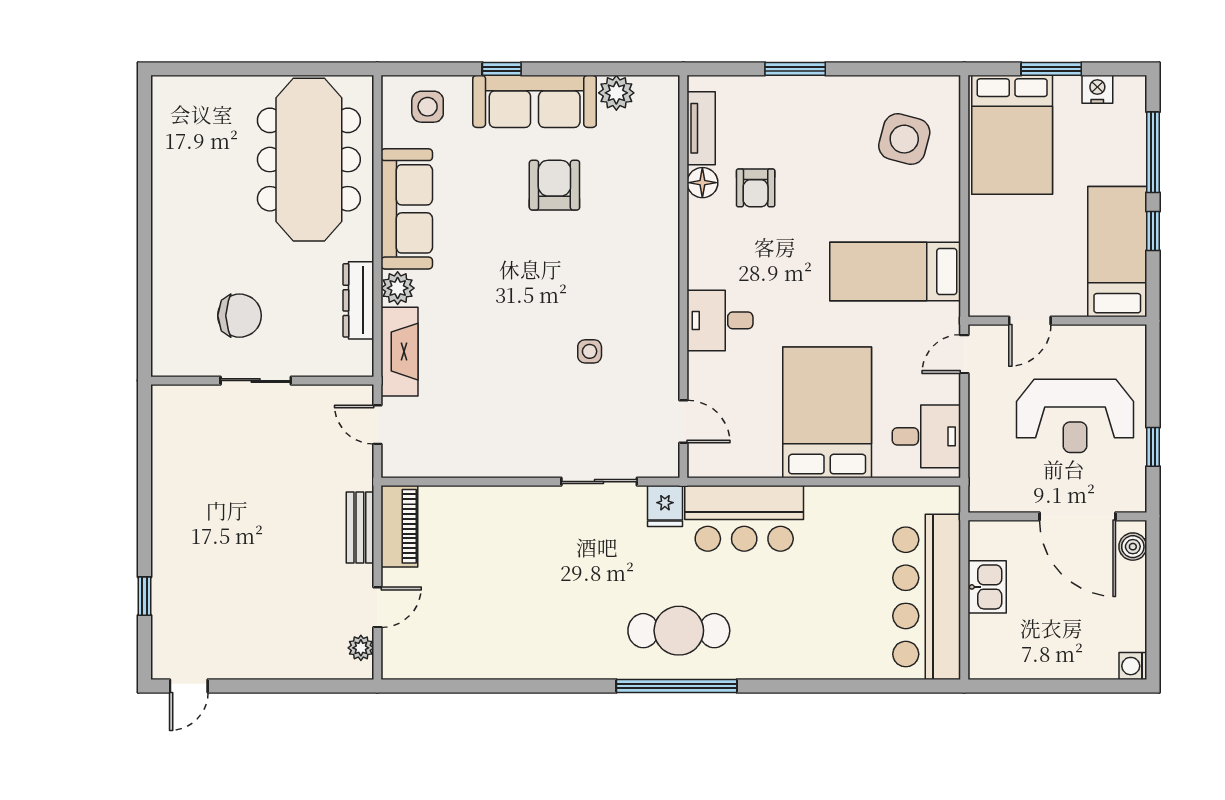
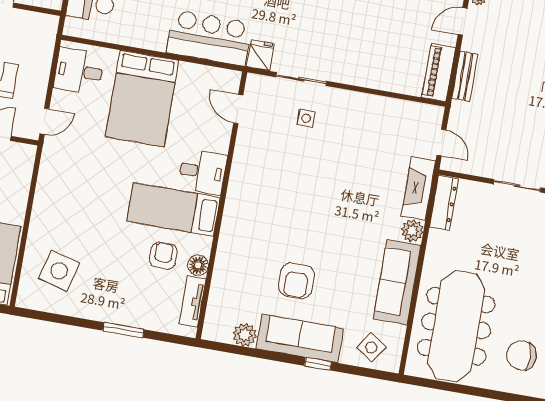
side table: (428, 107) -> (371, 347), turned 34
bed: (895, 271) -> (174, 209), moved, turned 180
dresser: (358, 300) -> (444, 203), moved
chair: (240, 316) -> (522, 355), moved
side table: (590, 351) -> (306, 118), moved

